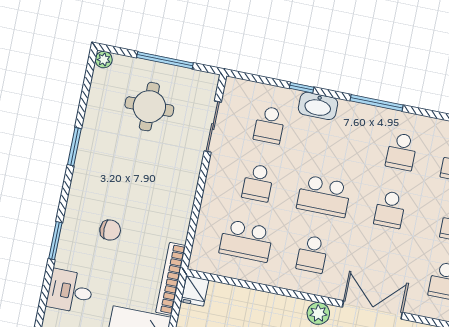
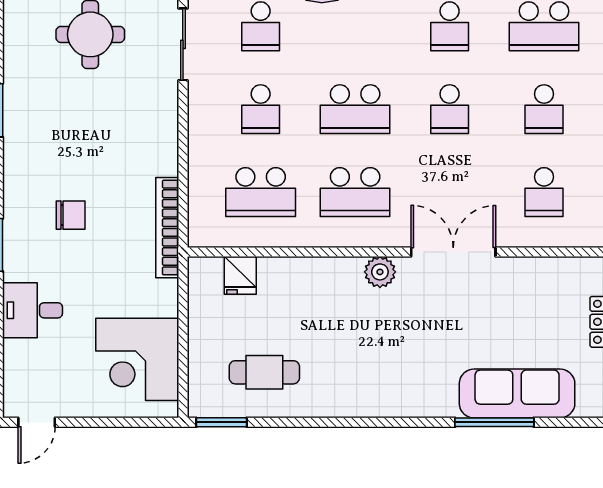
school desk: (312, 254) -> (355, 192), width x1.85
bookcase: (171, 279) -> (167, 228), moved
fridge: (195, 291) -> (240, 275), moved

